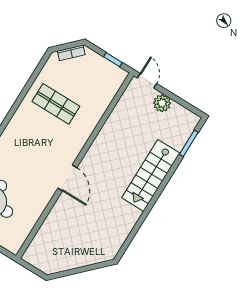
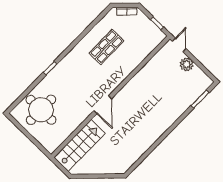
shop shelf: (56, 104) -> (107, 47), turned 90
stairs: (151, 175) -> (79, 145), moved, turned 180

